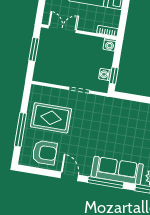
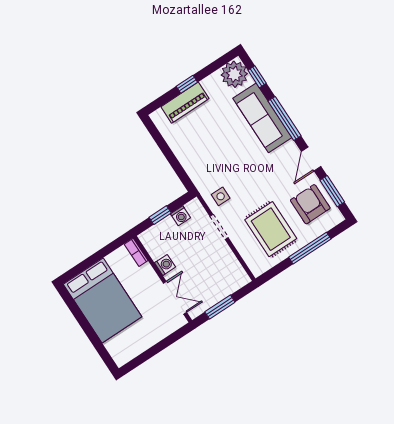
double door: (62, 29) -> (175, 298), swing flipped
washing machine: (110, 45) -> (165, 265), moved
window: (114, 76) -> (160, 215), moved
side table: (95, 107) -> (221, 196), added
window: (40, 172) -> (332, 191), added

